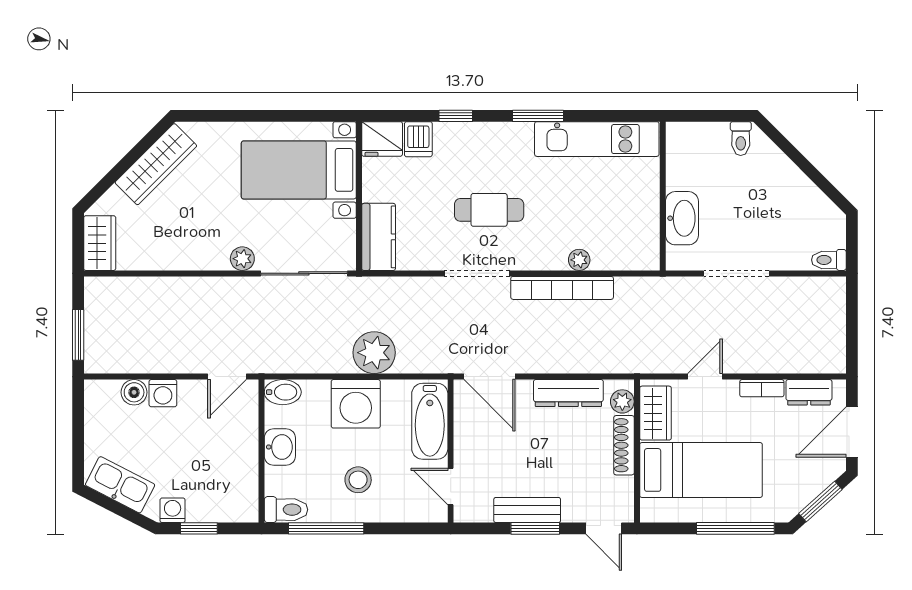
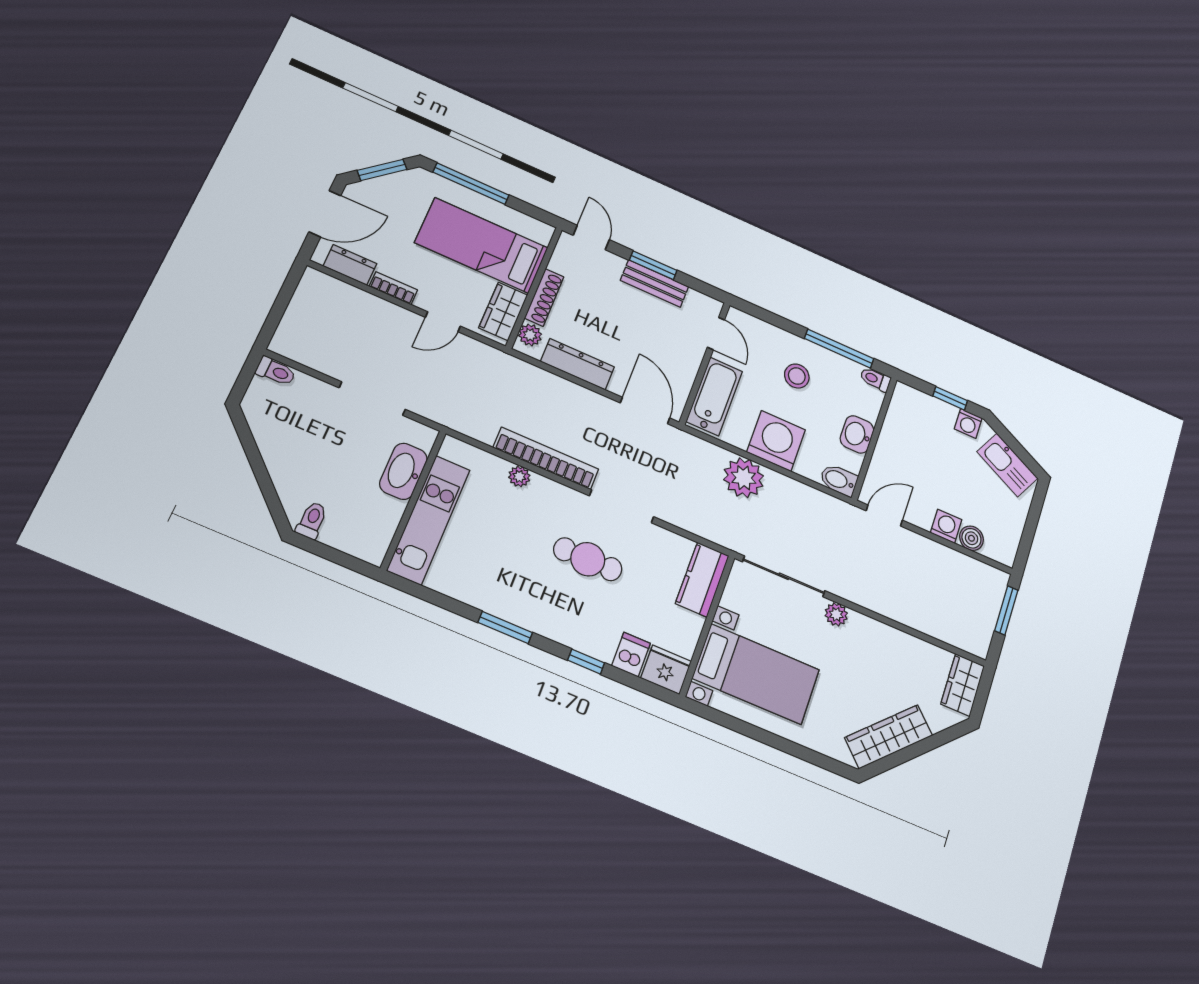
kitchen unit: (597, 139) -> (429, 520), moved, turned 90
toilet: (286, 510) -> (875, 379), width x0.73, depth x0.72

